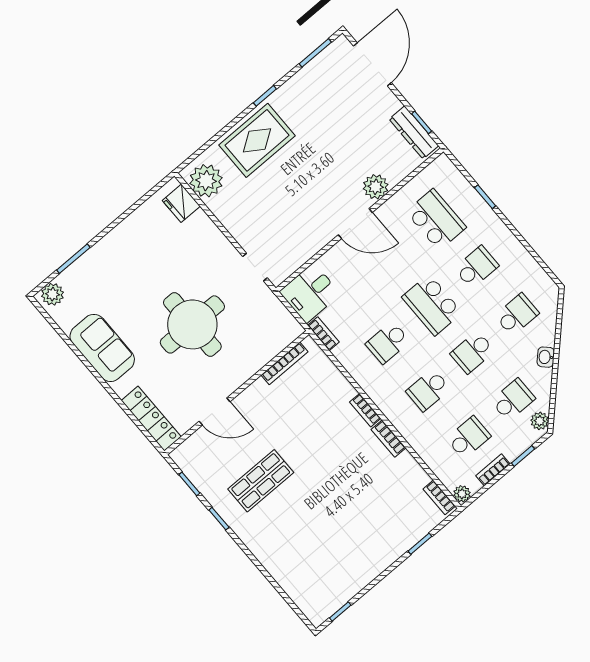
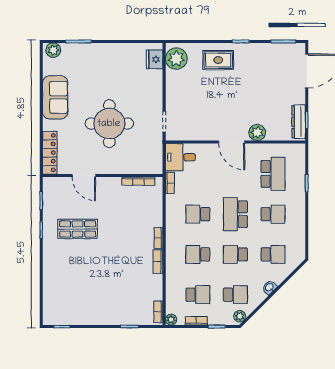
rug: (257, 140) -> (218, 60), width x0.73, depth x0.70

